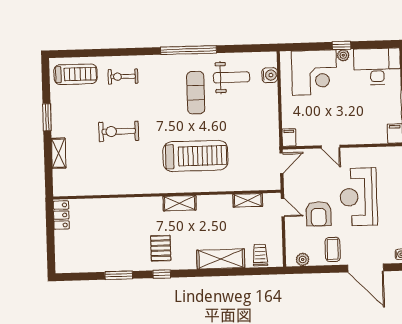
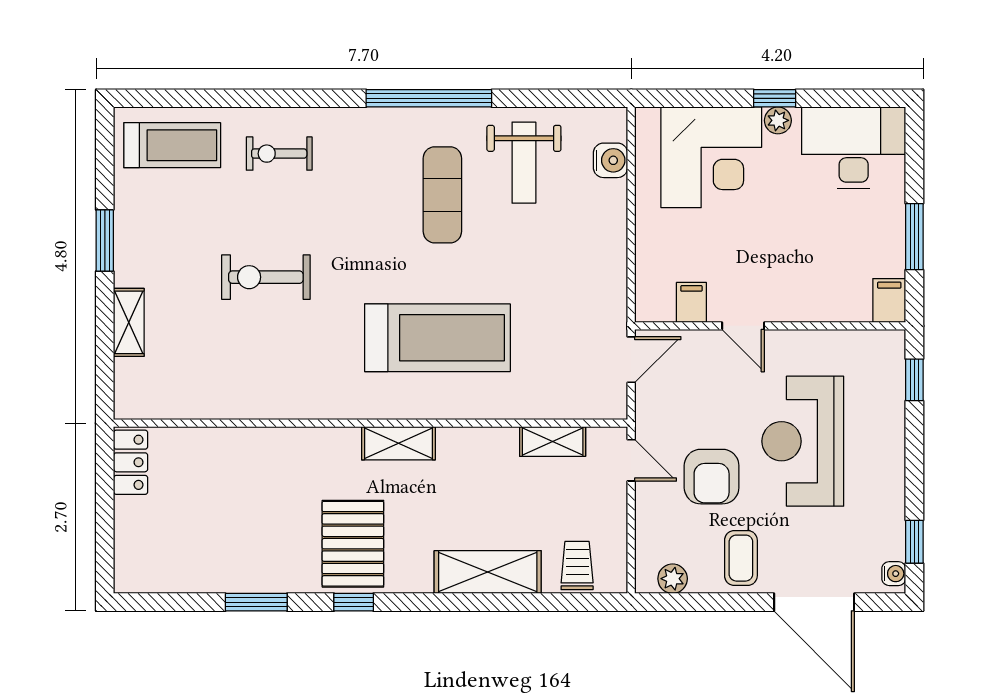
weight bench: (231, 77) -> (524, 163), turned 90
filing cabinet: (289, 138) -> (691, 302), moved
pallet: (161, 248) -> (353, 544), width x1.50, depth x1.42

